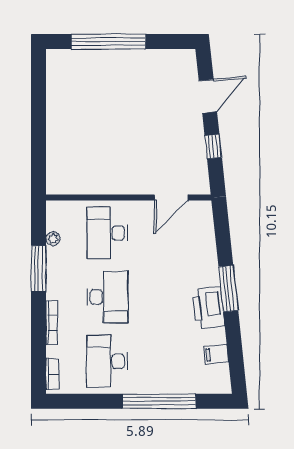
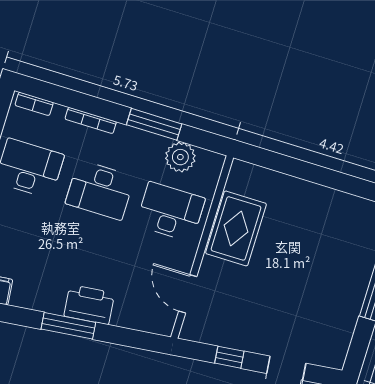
rug: (104, 174) -> (236, 228), added
plant: (53, 239) -> (180, 157), width x1.87, depth x1.87
printer: (209, 308) -> (89, 305), moved

